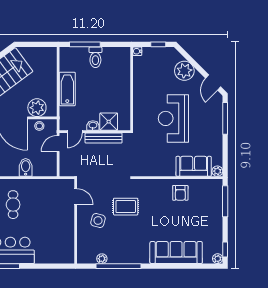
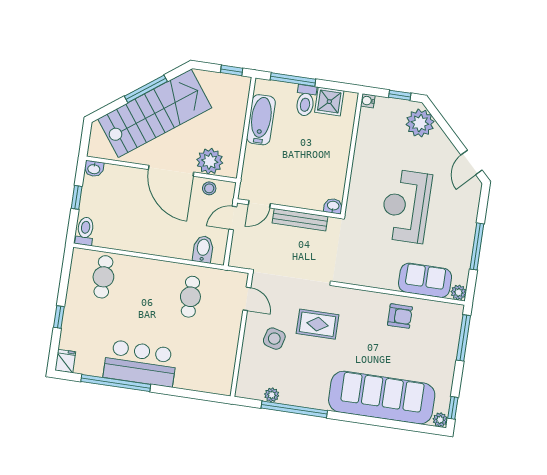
window: (43, 44) -> (232, 70), added
plant: (184, 71) -> (420, 123), moved
bathtub: (67, 89) -> (261, 120), moved
window: (225, 118) -> (477, 246), moved
shower: (109, 122) -> (329, 102), moved
washbasin: (93, 125) -> (333, 206), moved
bidet: (26, 167) -> (203, 249), moved
armchair: (180, 193) -> (400, 316), turned -90
cafe table: (13, 205) -> (190, 297), moved
sofa: (176, 253) -> (382, 398), width x1.36, depth x1.27

